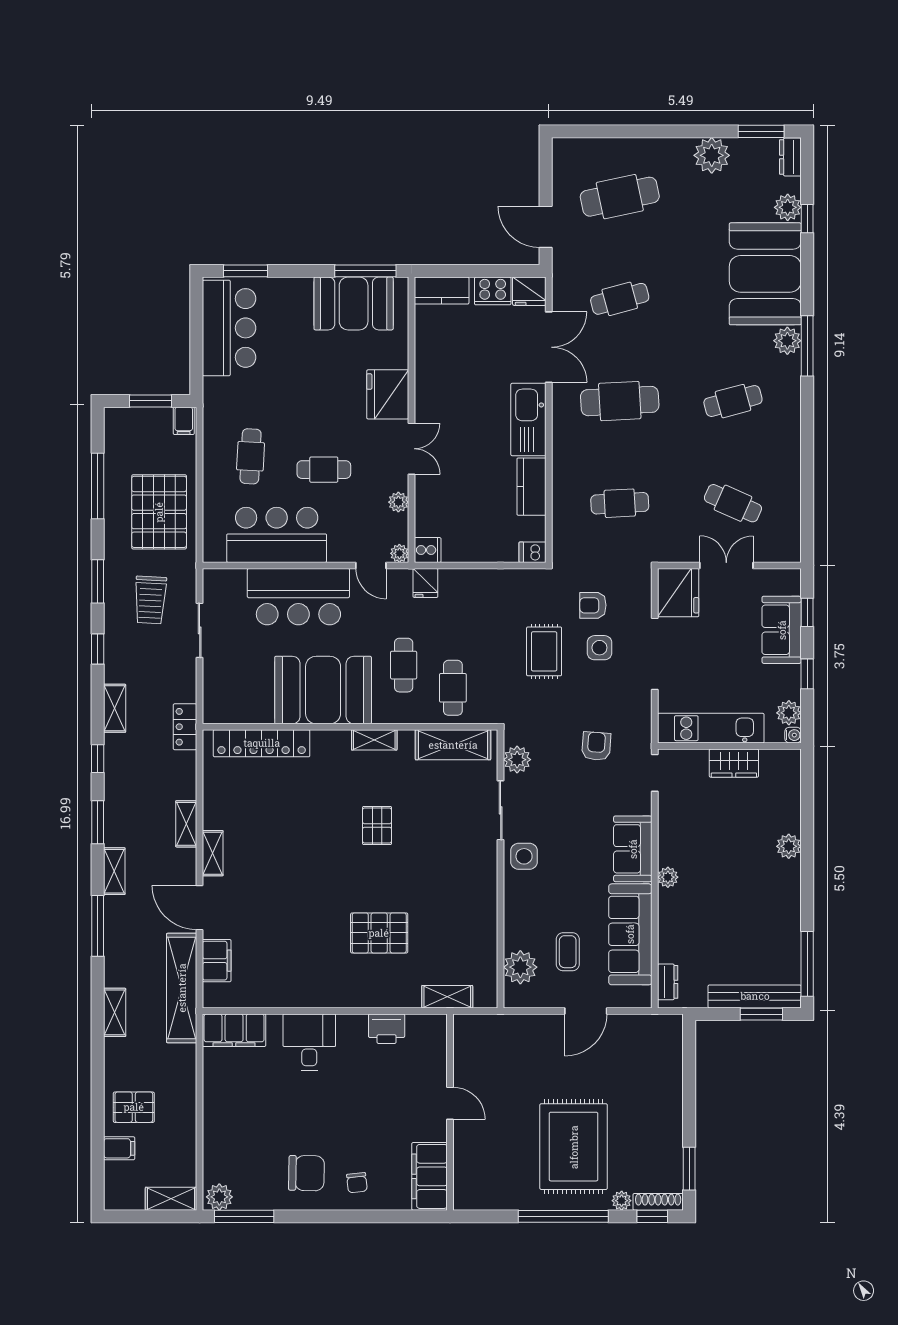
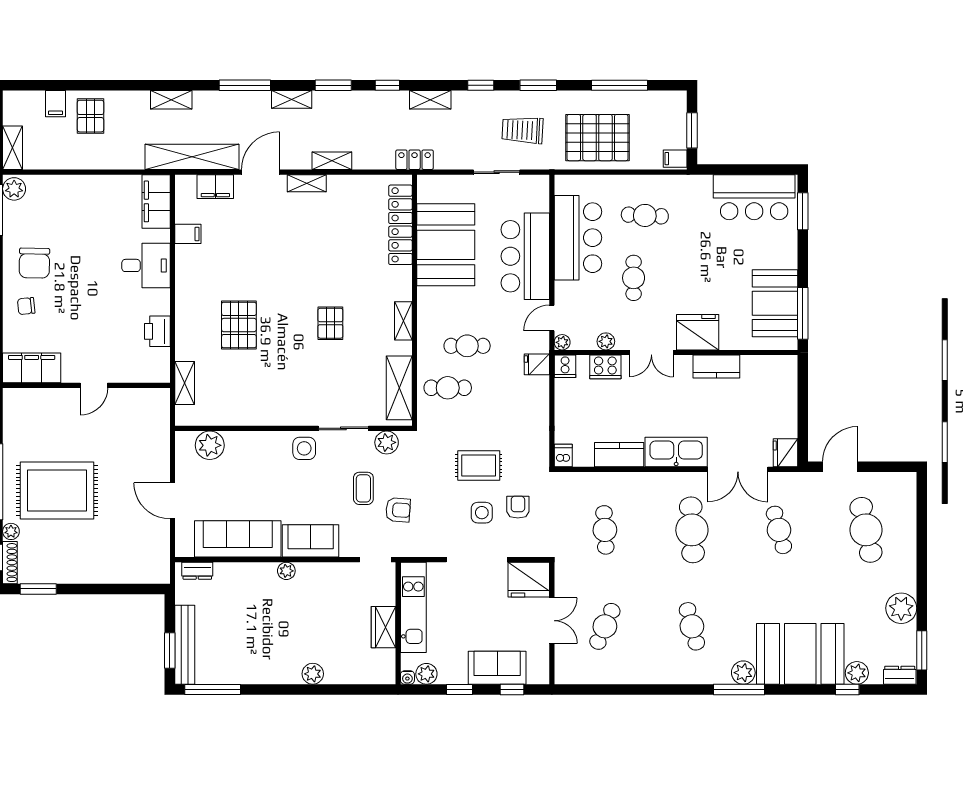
kitchen counter: (442, 291) -> (716, 367), moved, turned -90
cooker: (493, 291) -> (605, 367), moved, turned -90
booth: (323, 690) -> (446, 245), moved
pallet: (377, 825) -> (330, 323), turned 90
coffee table: (568, 952) -> (363, 488), moved, turned 90
filing cabinet: (272, 993) -> (188, 234), added

